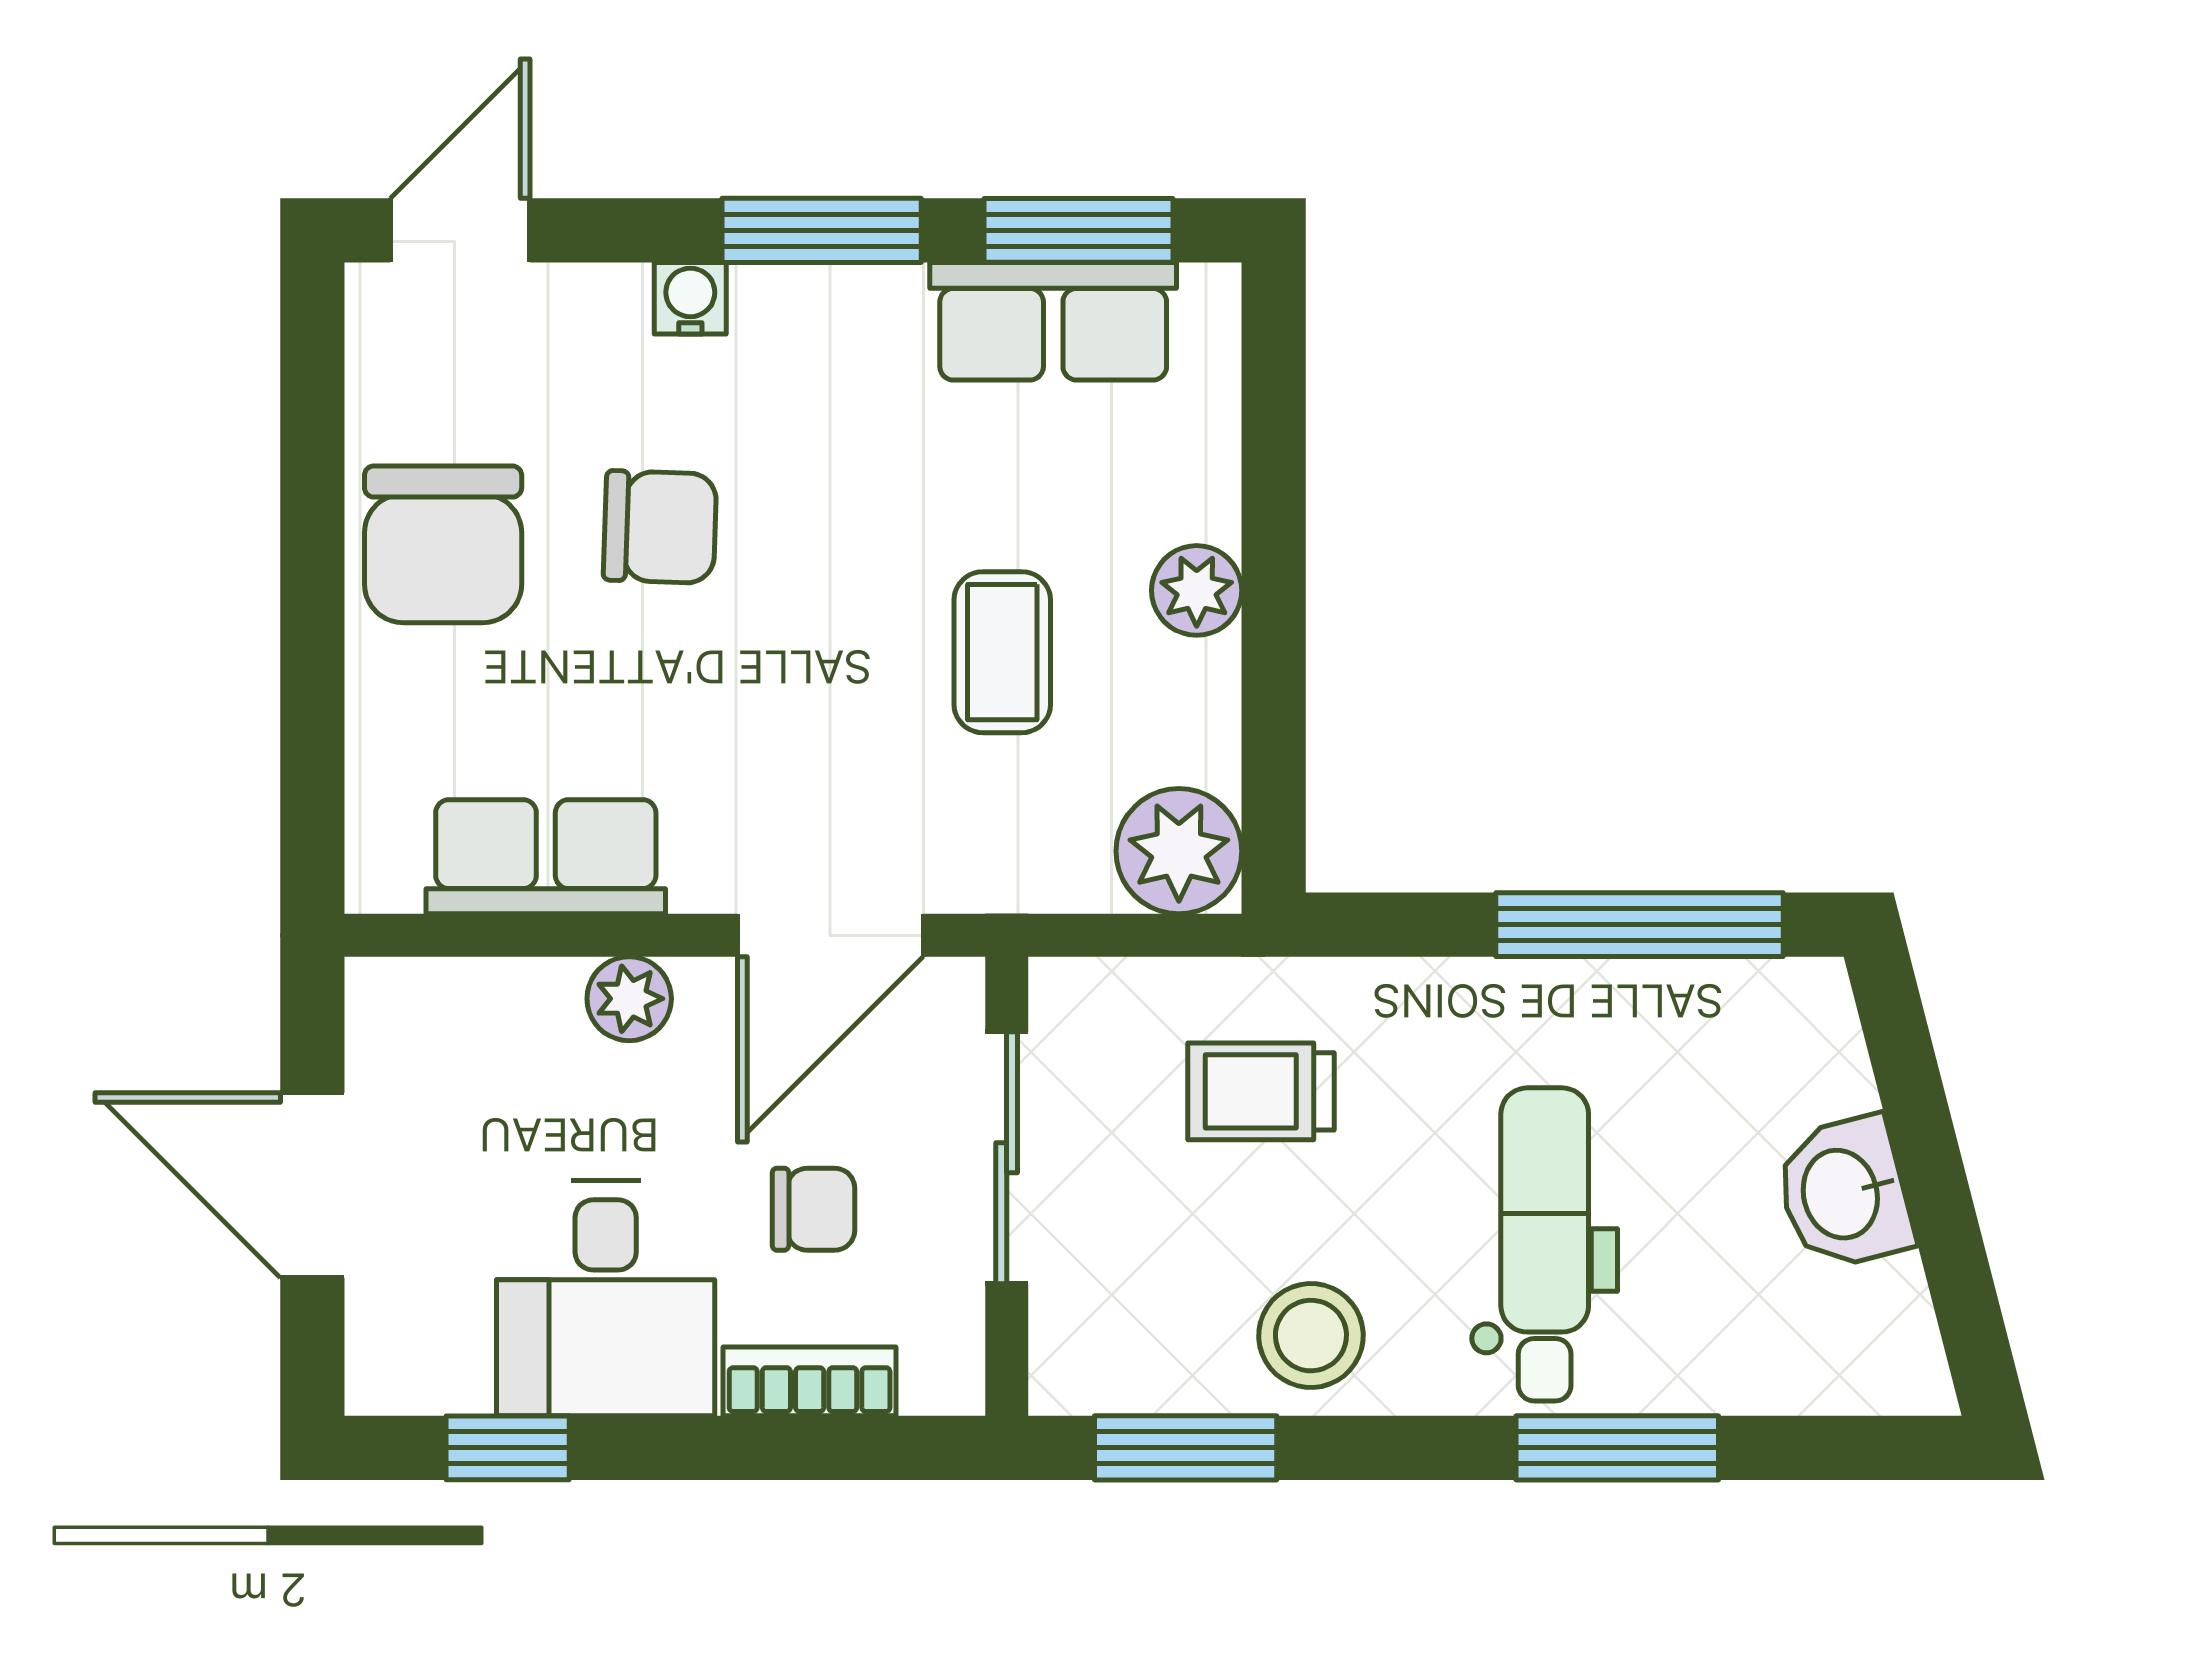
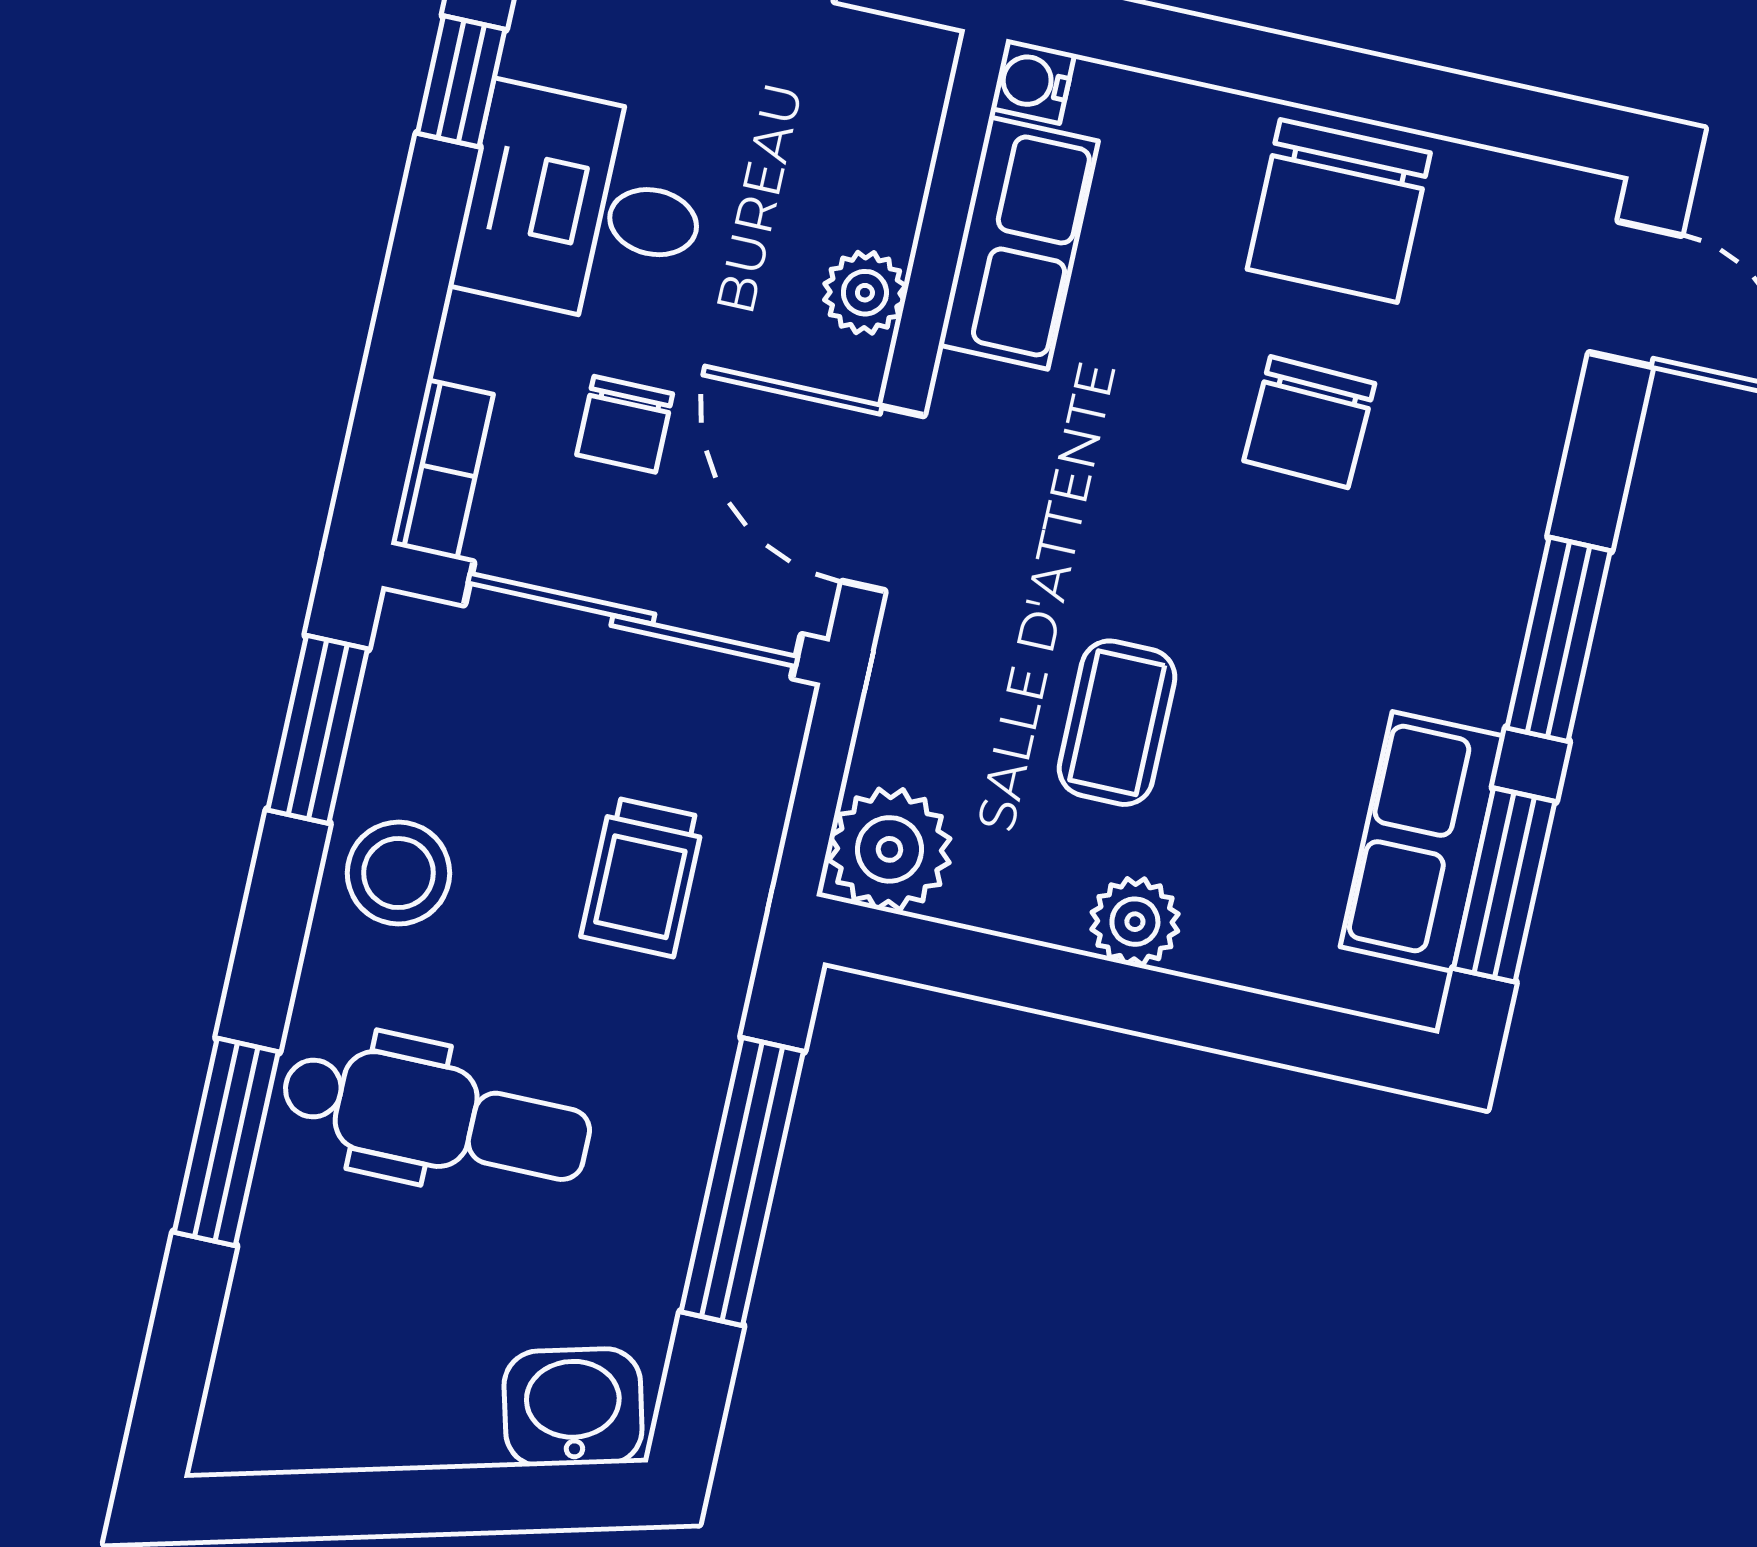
water cooler: (690, 298) -> (1033, 82), moved, turned 180
chair: (443, 544) -> (1339, 211), turned -90
coffee table: (1002, 652) -> (1117, 723), turned 90
window: (1640, 925) -> (742, 1181), moved
trolley: (1261, 1091) -> (642, 877), turned 180
sliding door: (1007, 1158) -> (633, 620), width x1.37
washbasin: (1844, 1193) -> (573, 1407), moved
bookcase: (810, 1381) -> (442, 469), moved

